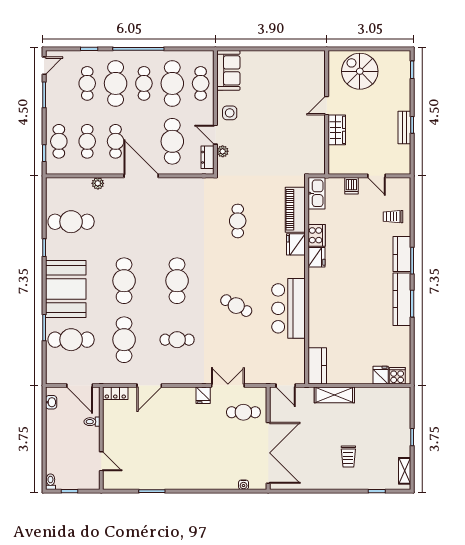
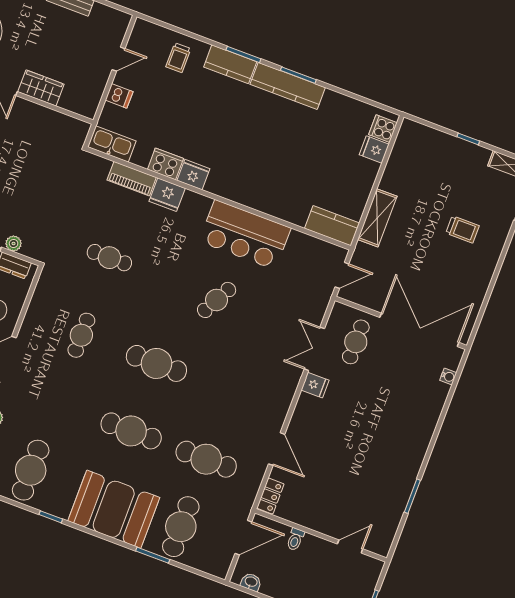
piano: (295, 210) -> (132, 179), width x0.73, depth x0.75
cafe table: (177, 340) -> (81, 335), moved

